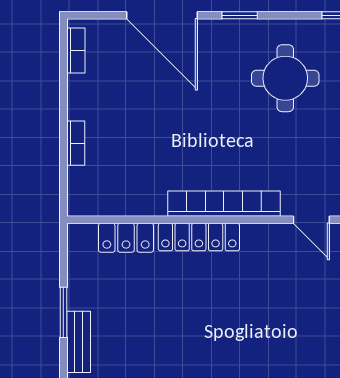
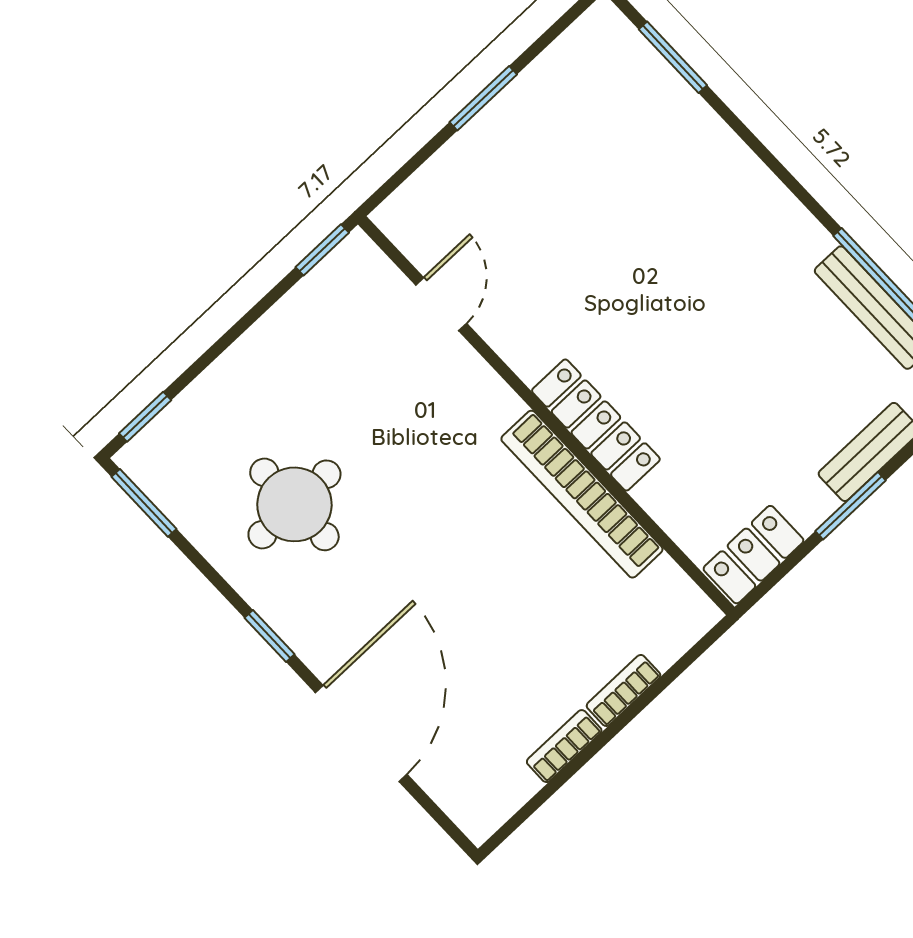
bookcase: (76, 50) -> (564, 746), moved
bookcase: (224, 204) -> (582, 494), moved
locker: (126, 238) -> (754, 555), moved, turned -90

